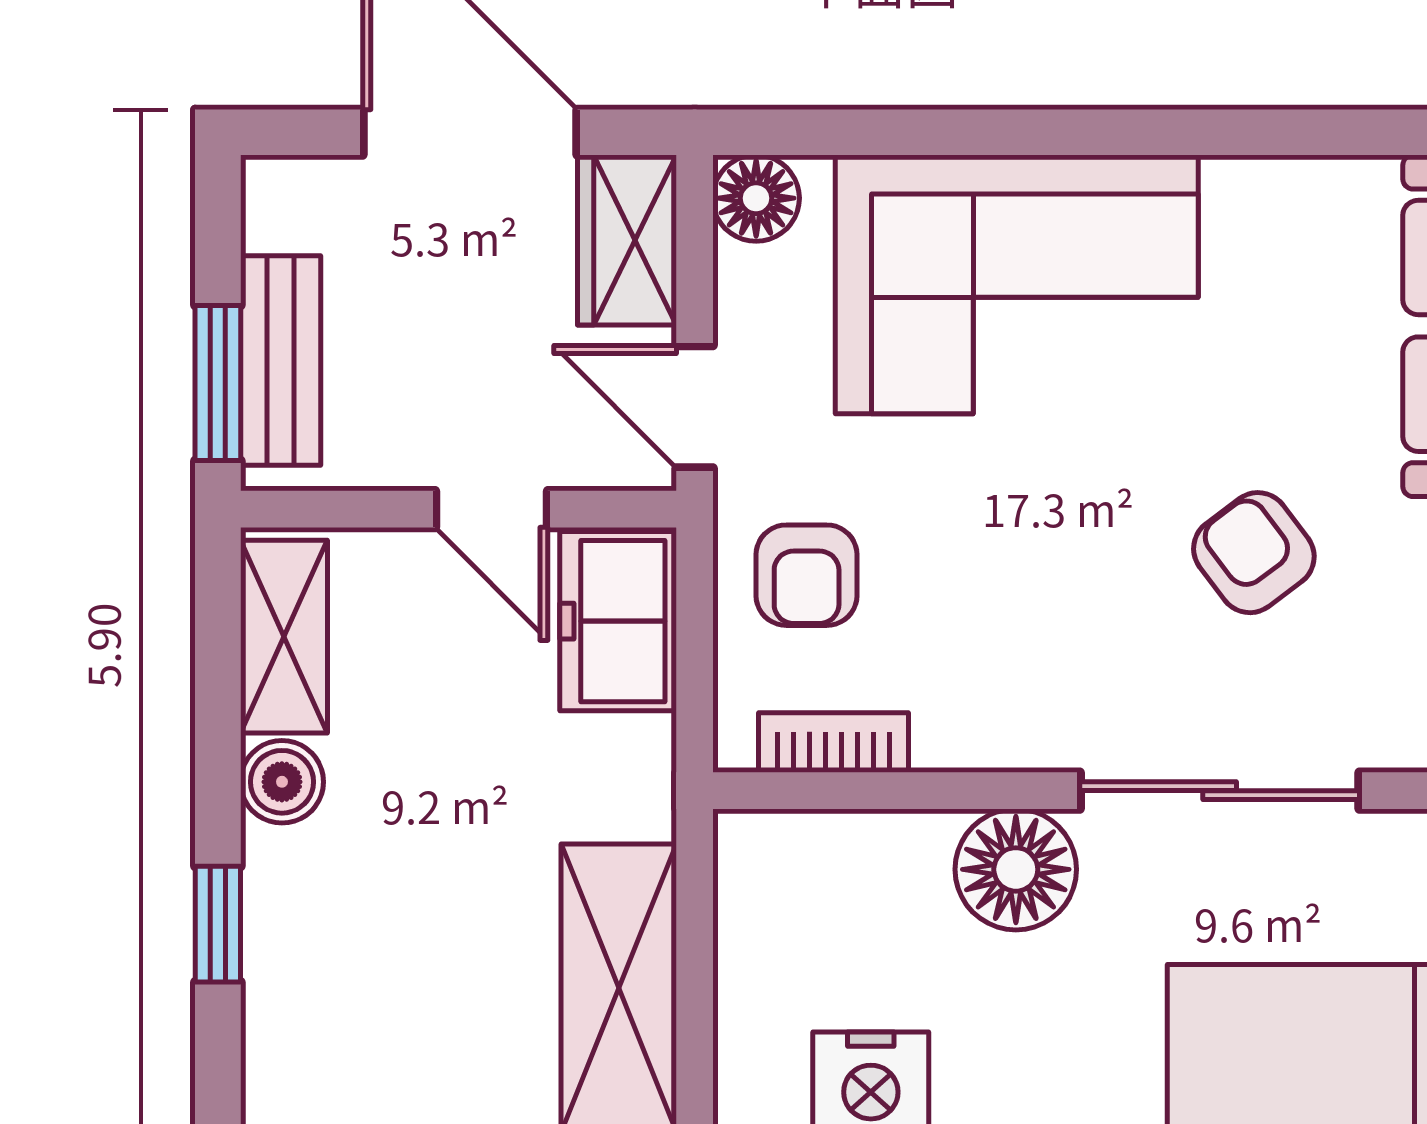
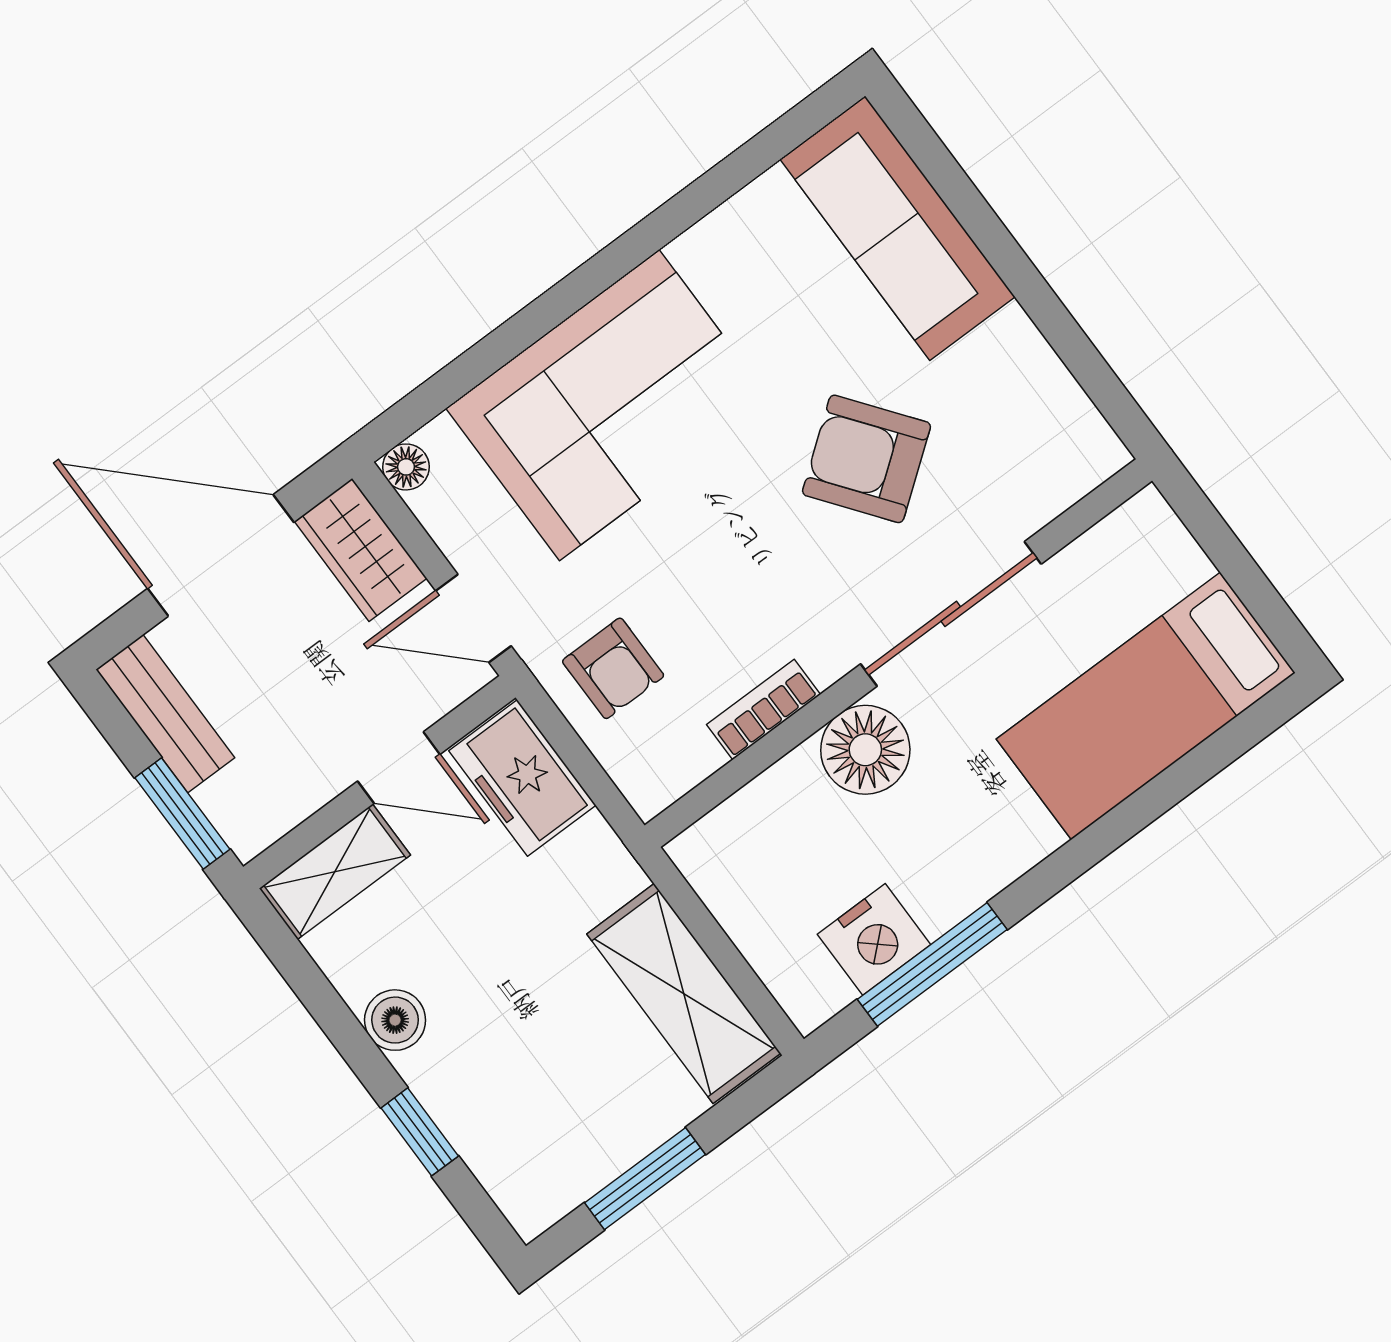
floor lamp: (756, 198) -> (406, 467), width x0.73, depth x0.73
bench: (281, 361) -> (165, 713), moved
armchair: (1254, 553) -> (866, 459), width x1.38, depth x1.38
shelving: (284, 637) -> (335, 872), moved, turned 90
bookcase: (834, 743) -> (763, 710), moved

